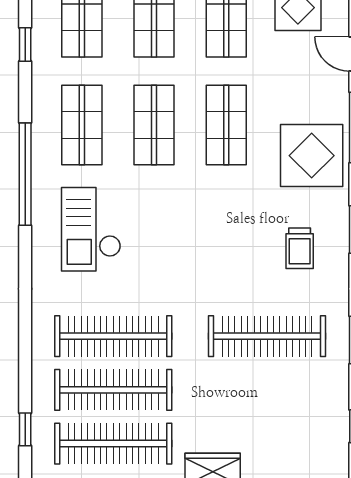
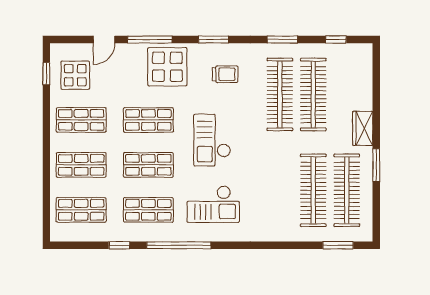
window: (25, 44) -> (119, 245), moved
checkout: (194, 227) -> (212, 140), added
clothes rail: (113, 336) -> (313, 95), moved
window: (25, 429) -> (338, 245), width x1.50

